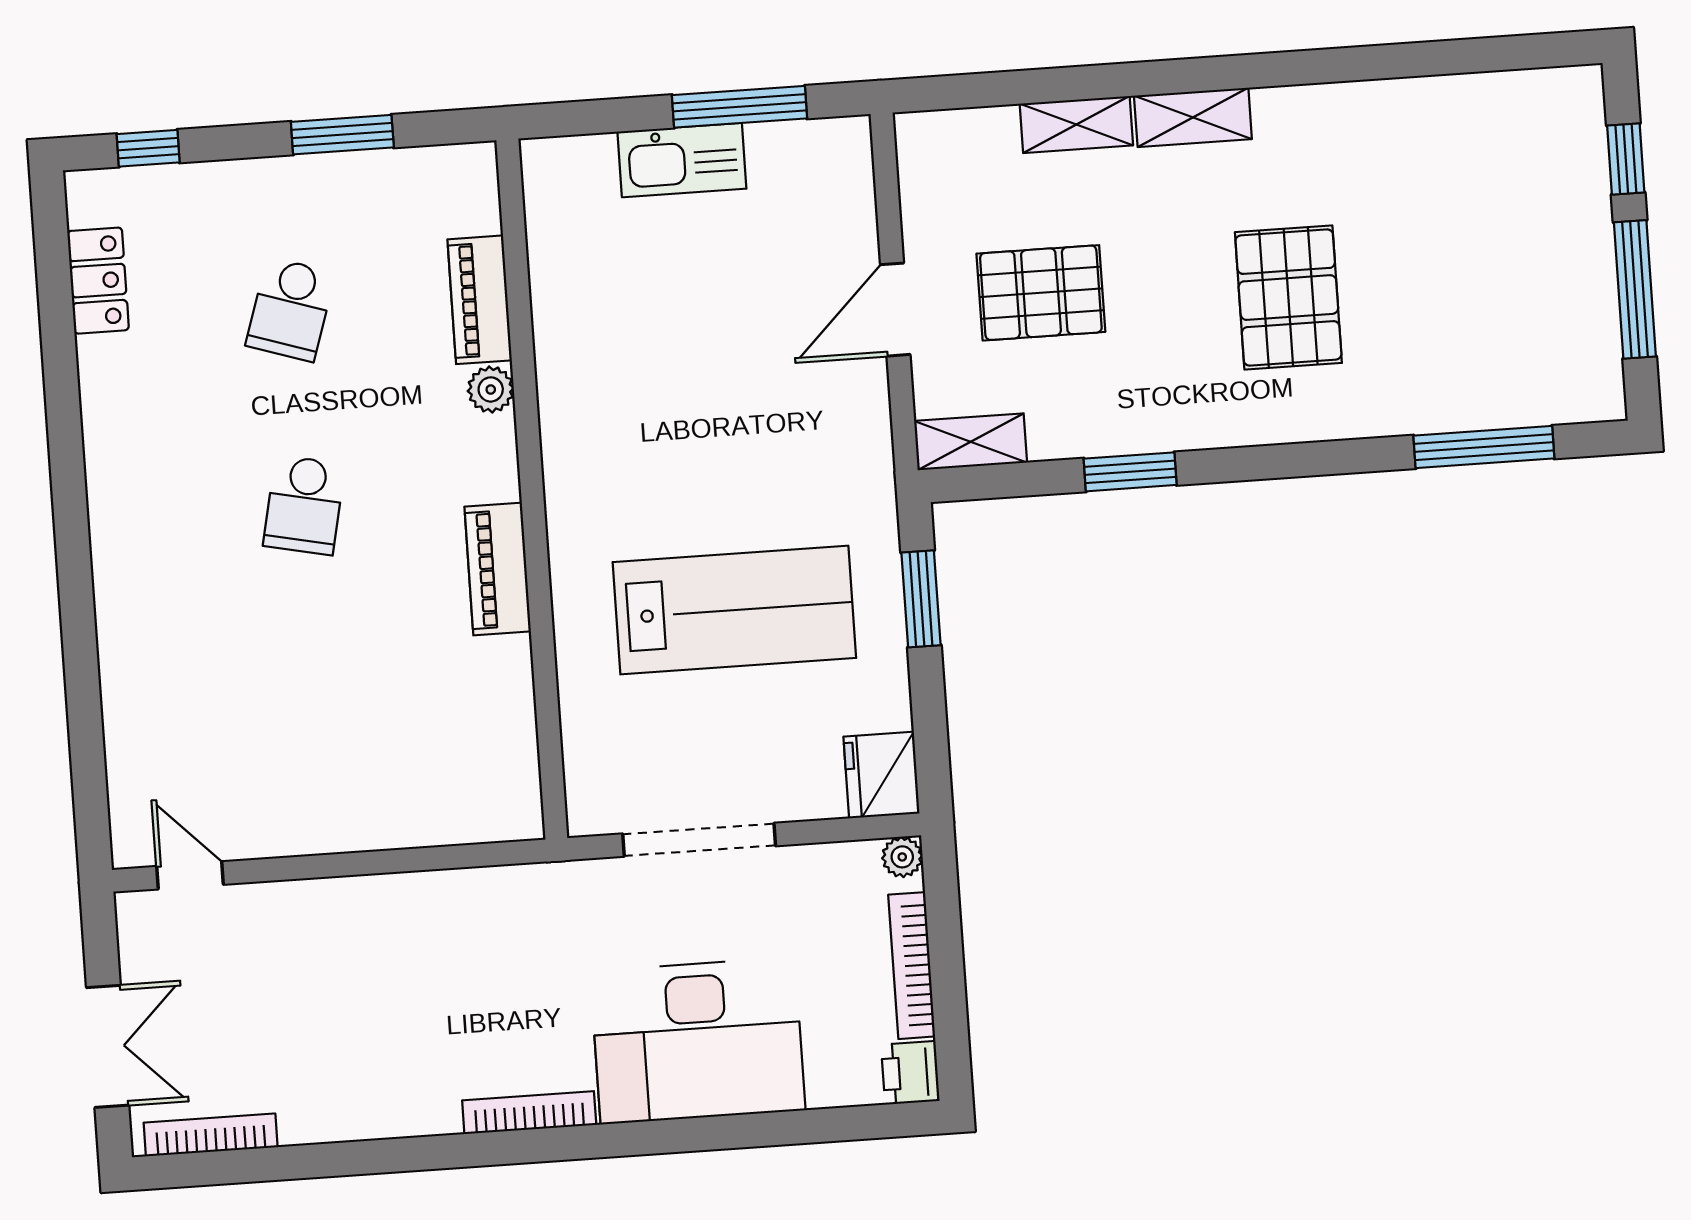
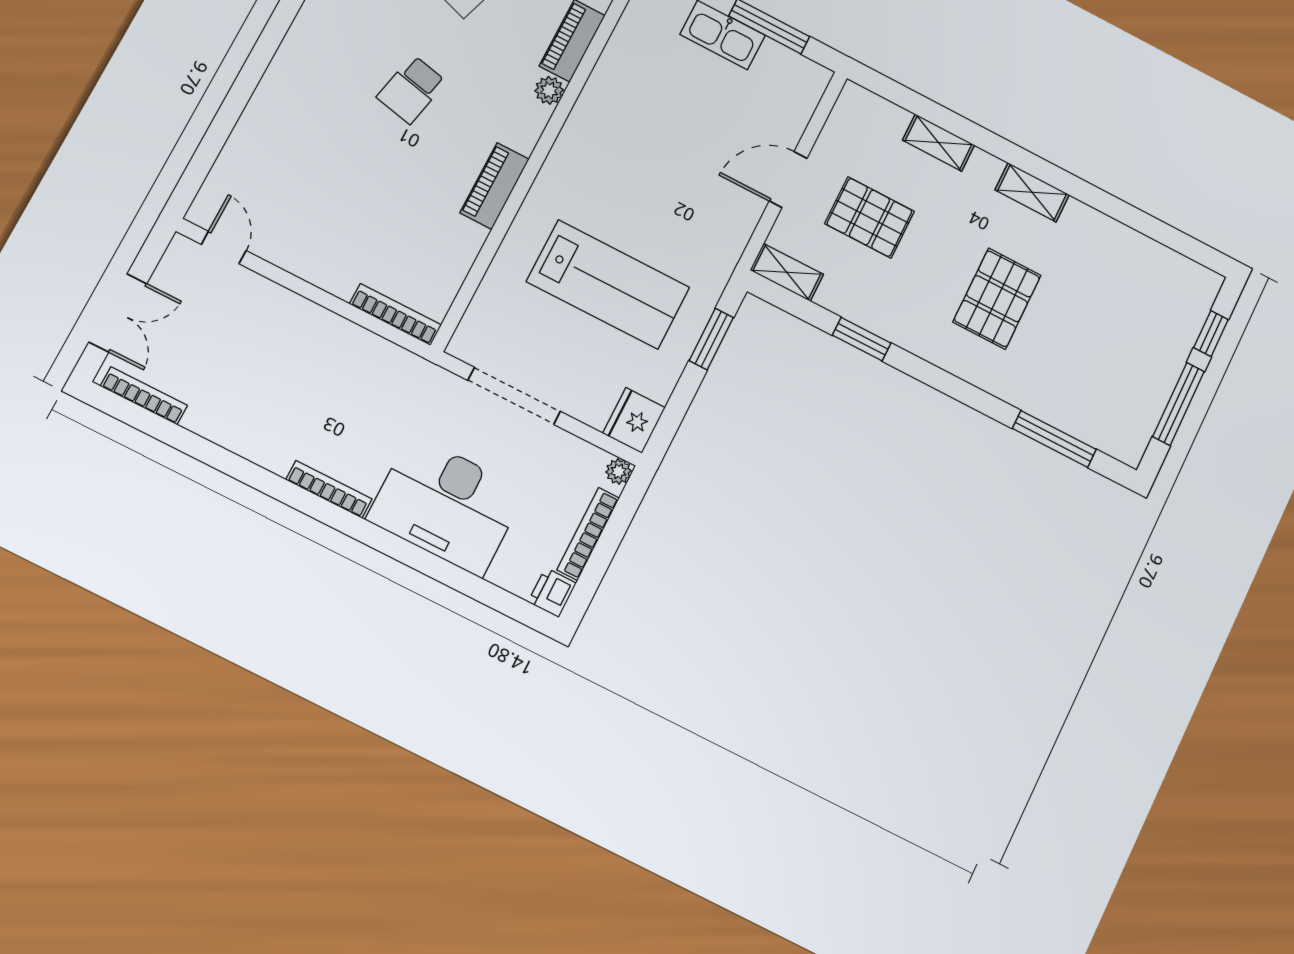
shelving: (1193, 117) -> (1032, 192), moved
bookcase: (473, 826) -> (395, 314), added

